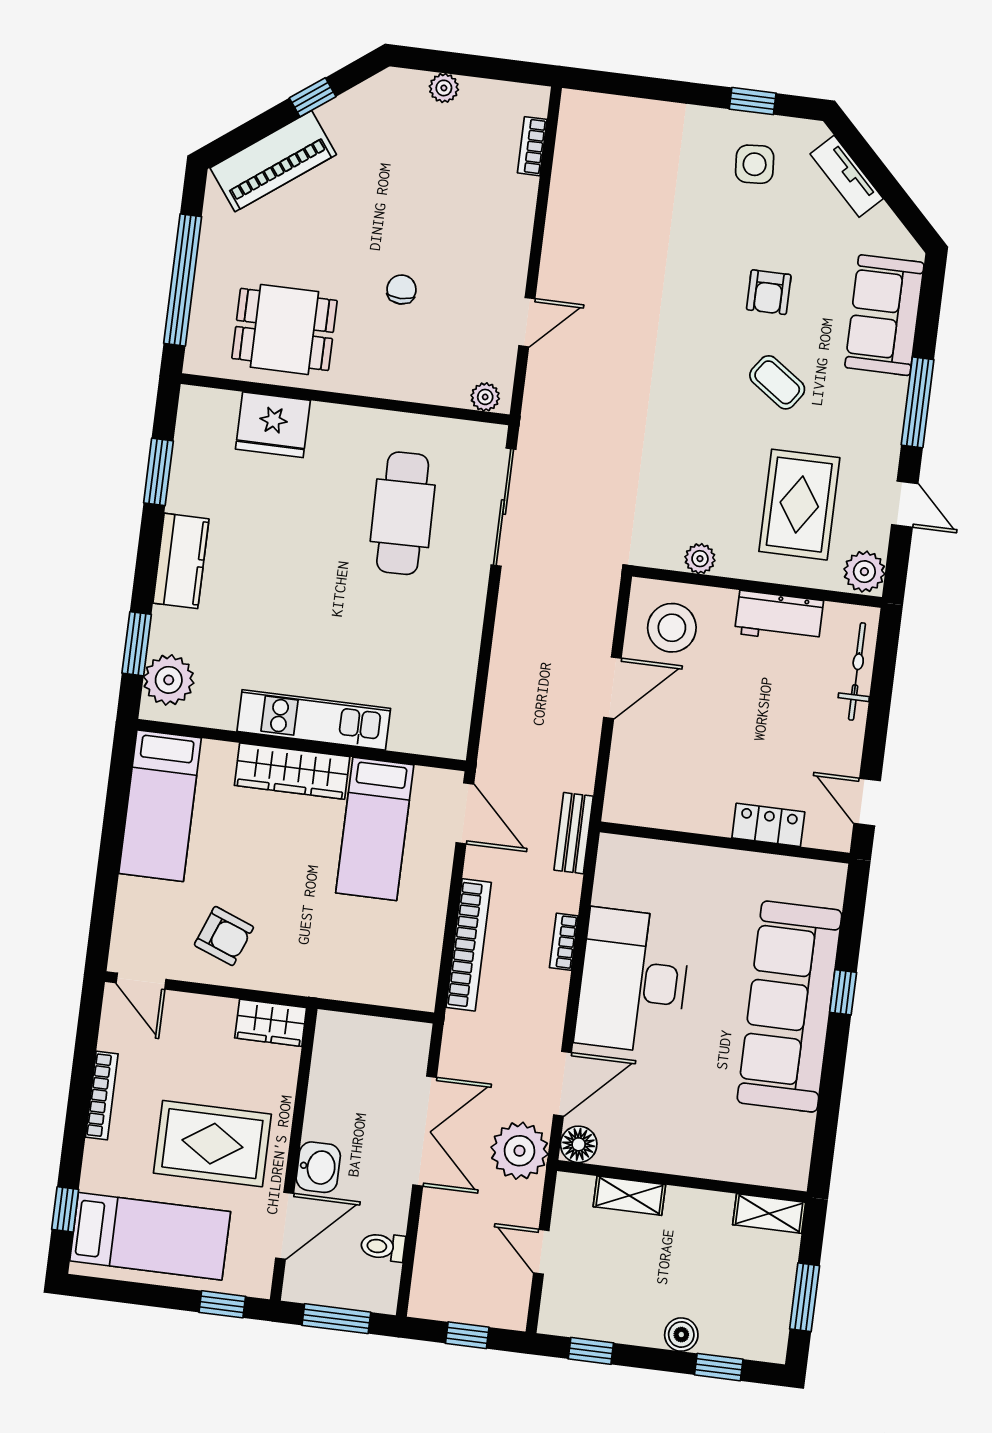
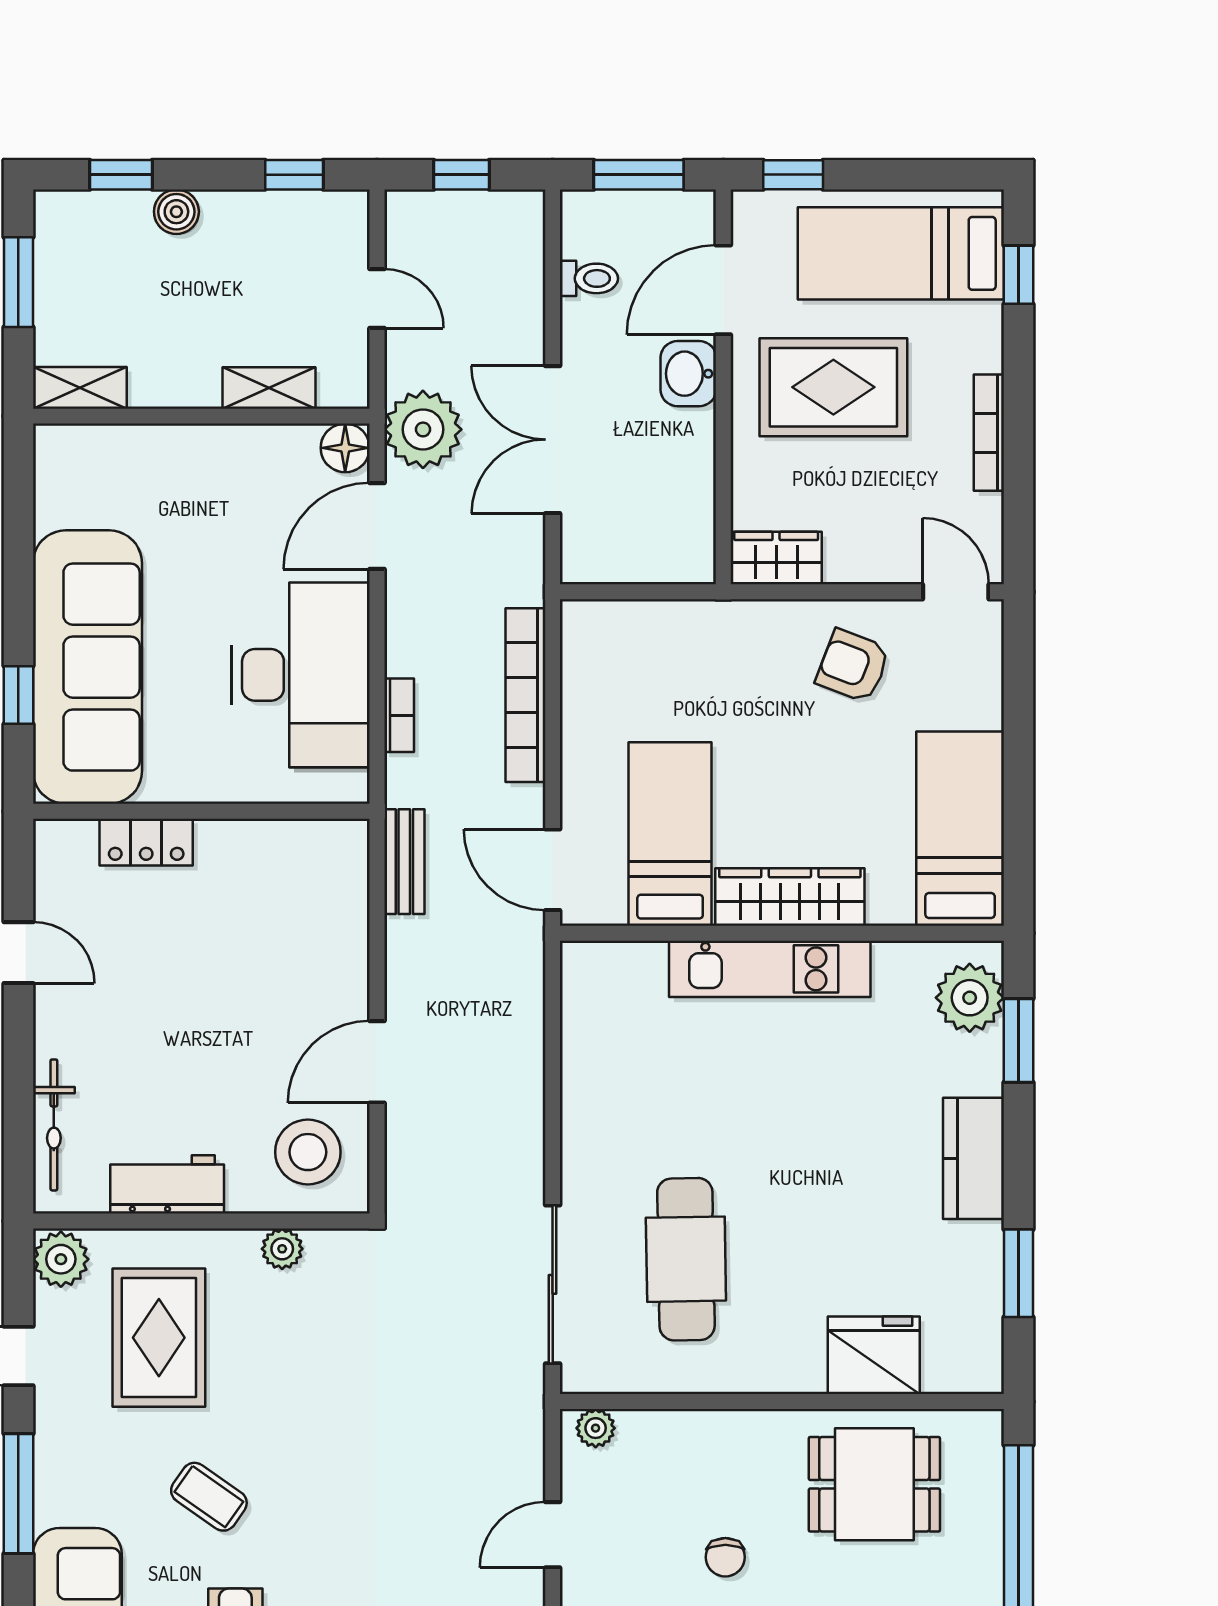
locker: (768, 825) -> (146, 842), moved
wall: (725, 843) -> (201, 811), moved

